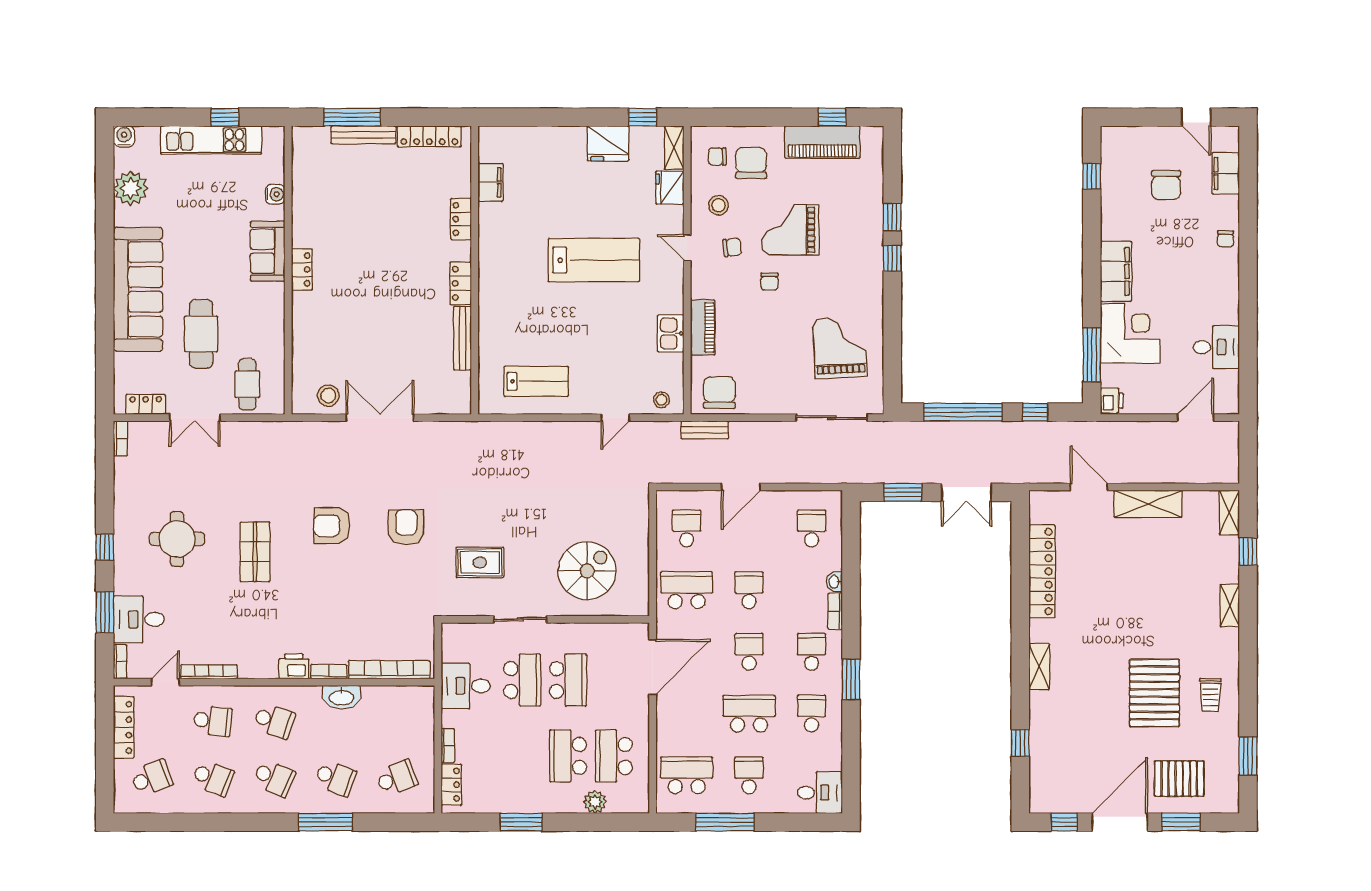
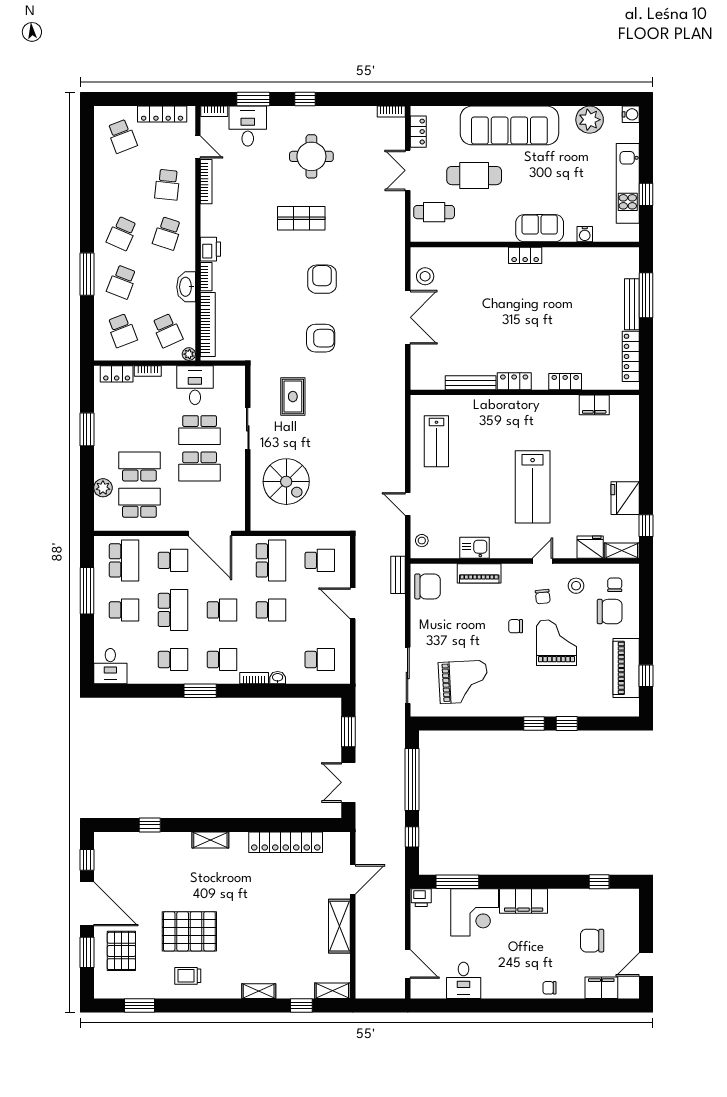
plant: (426, 694) -> (189, 354), added
school desk: (687, 714) -> (173, 560), added
school desk: (213, 778) -> (167, 330), moved, turned -45

